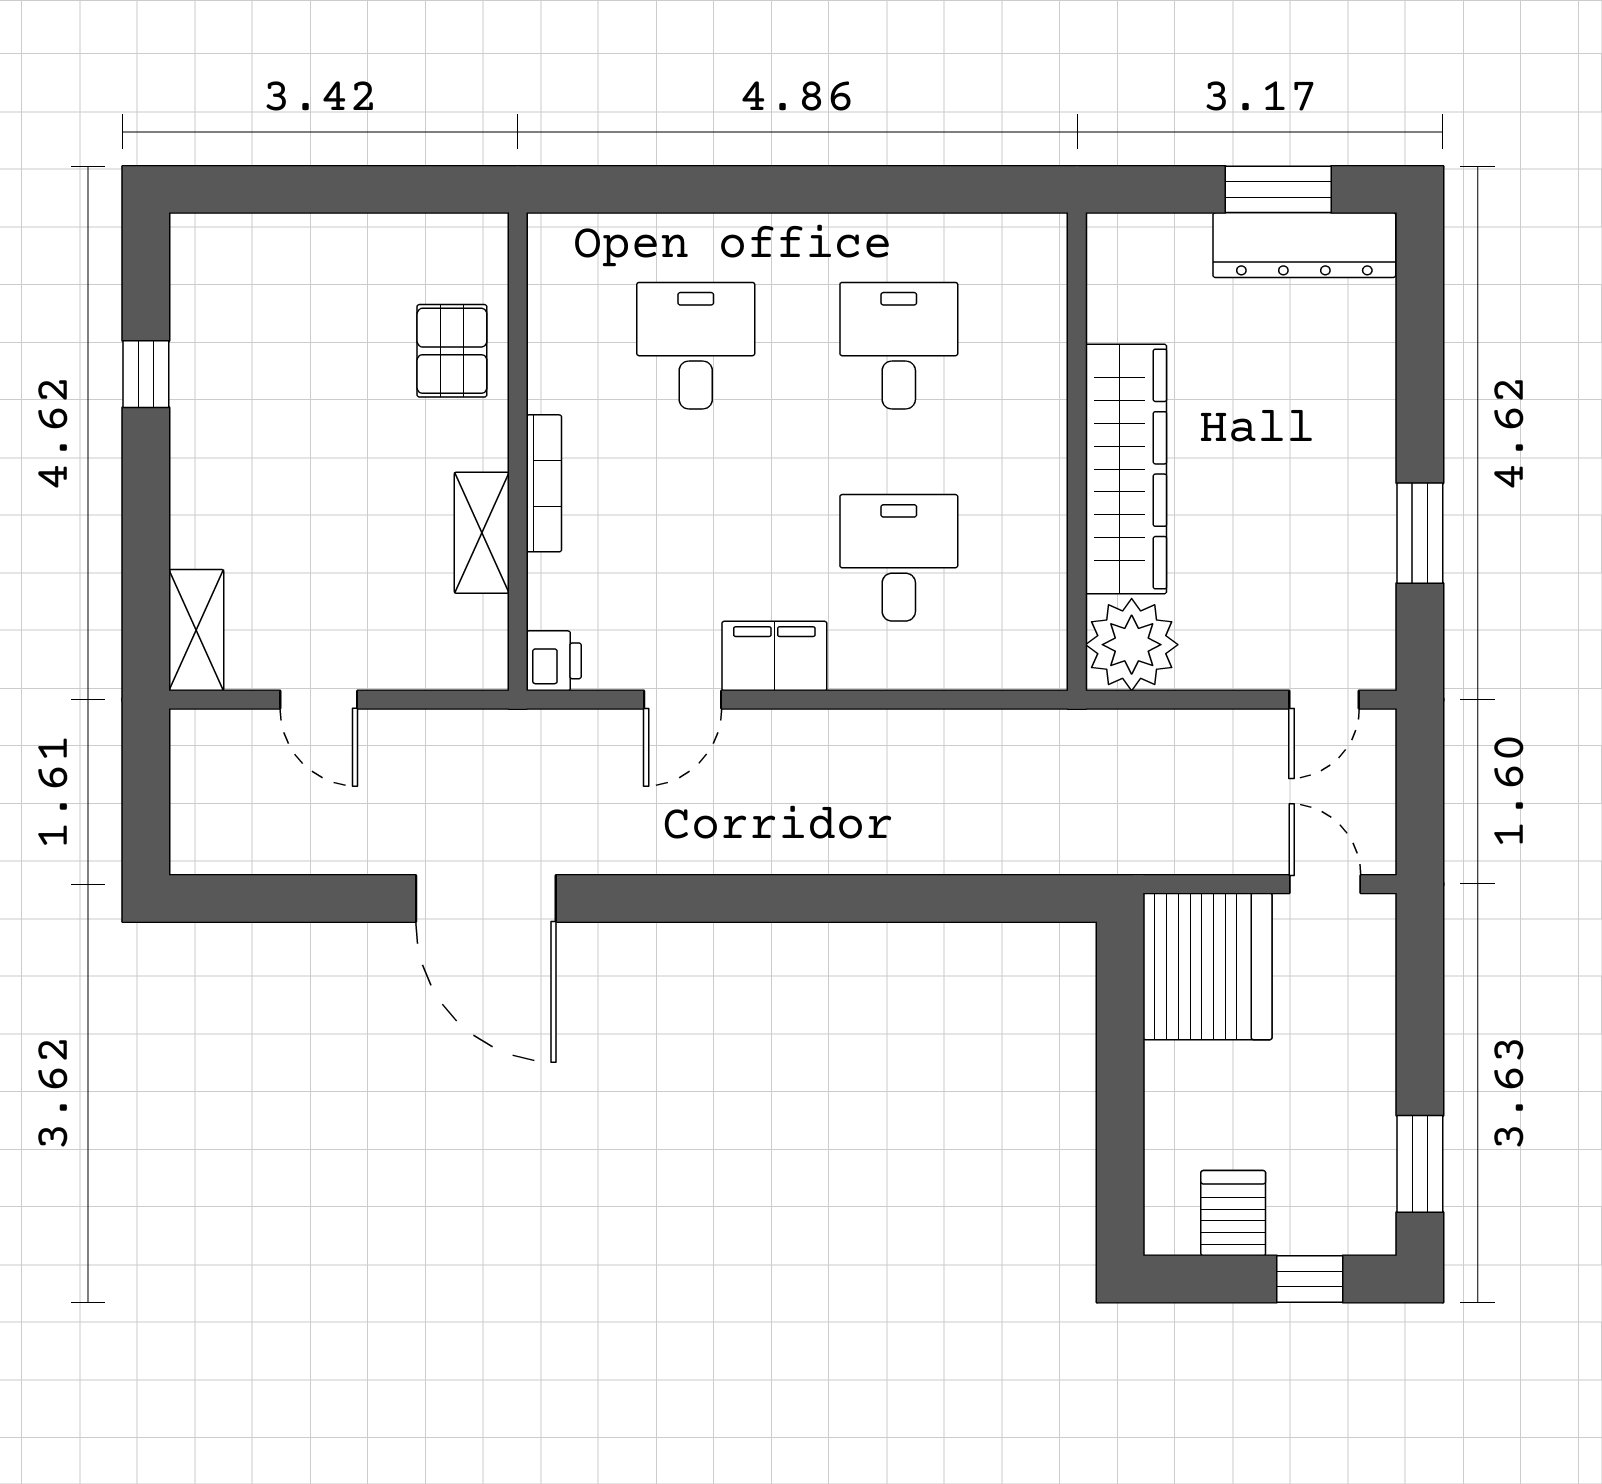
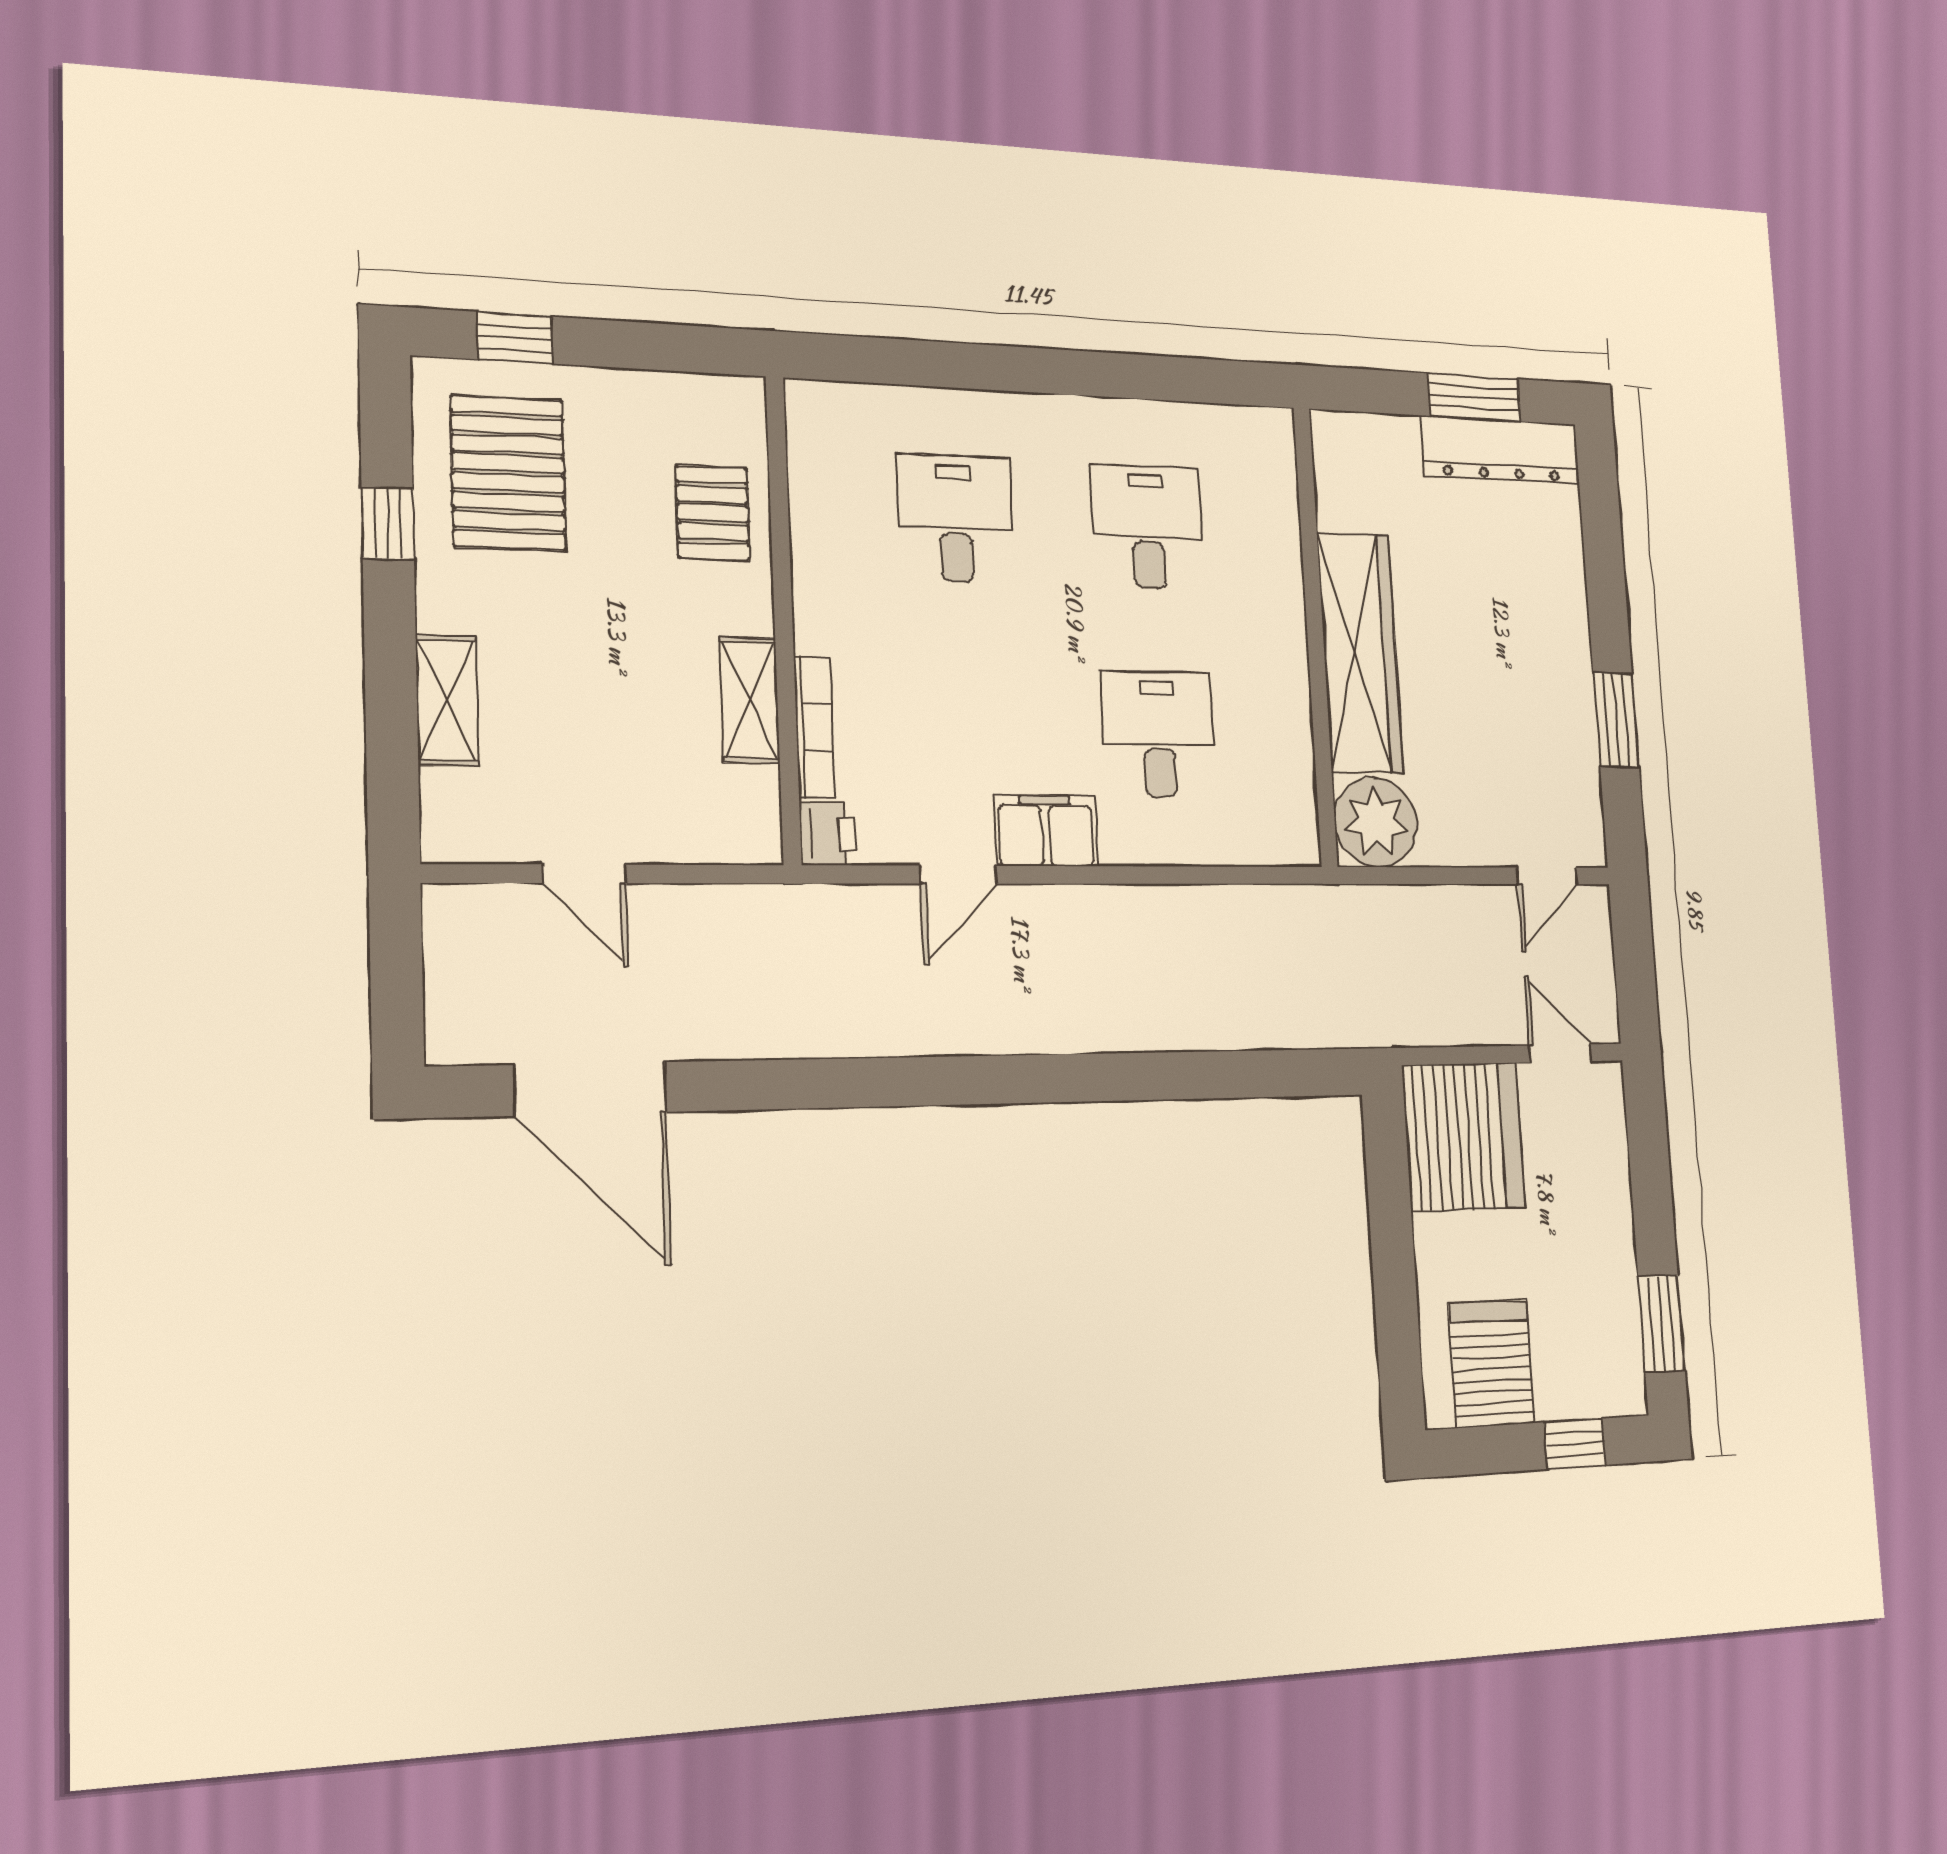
window: (267, 189) -> (515, 338), added
pallet: (258, 321) -> (508, 473), added
bookcase: (544, 483) -> (814, 727), moved
shelving: (196, 630) -> (447, 700), moved
door: (486, 899) -> (590, 1089), moved
server rack: (1233, 1213) -> (1491, 1364), width x1.36, depth x1.44

